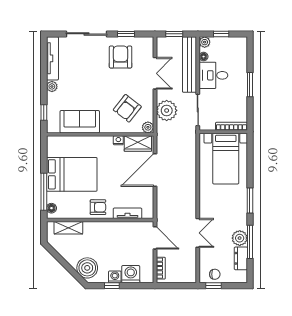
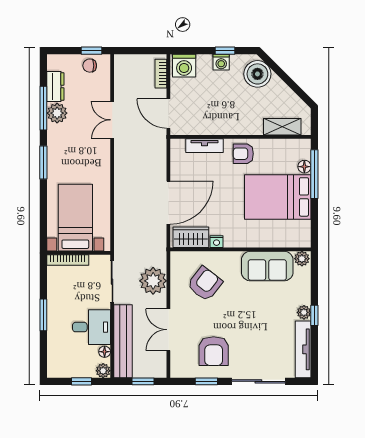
window: (44, 112) -> (314, 315), moved
plant: (148, 127) -> (302, 259), moved
floor lamp: (51, 208) -> (304, 167), moved
washing machine: (131, 274) -> (184, 66), moved

